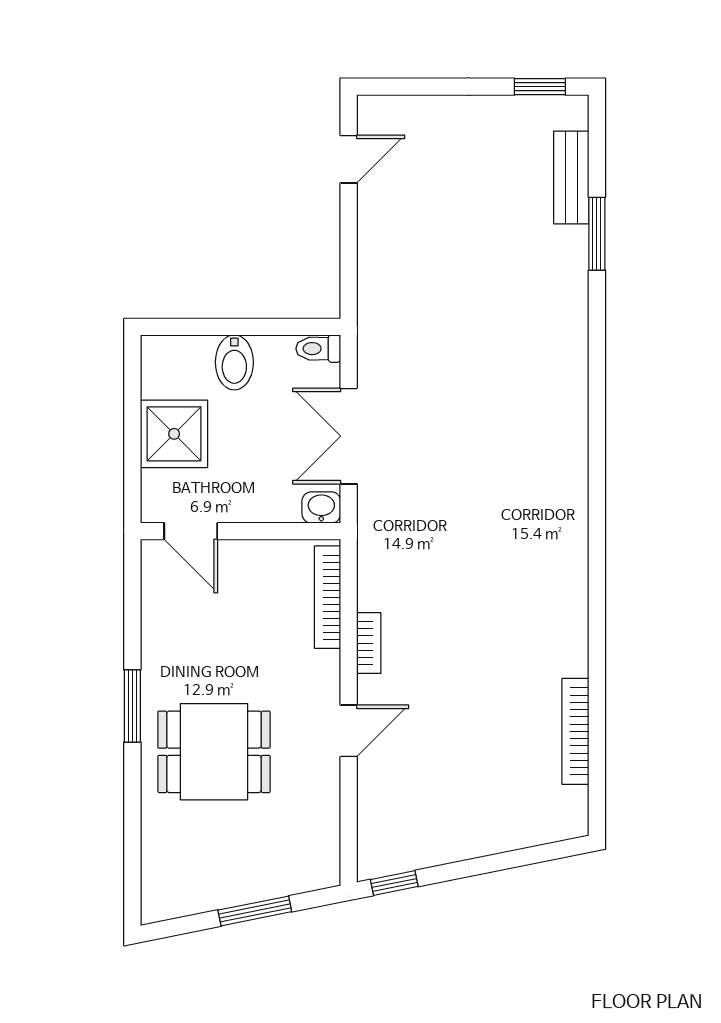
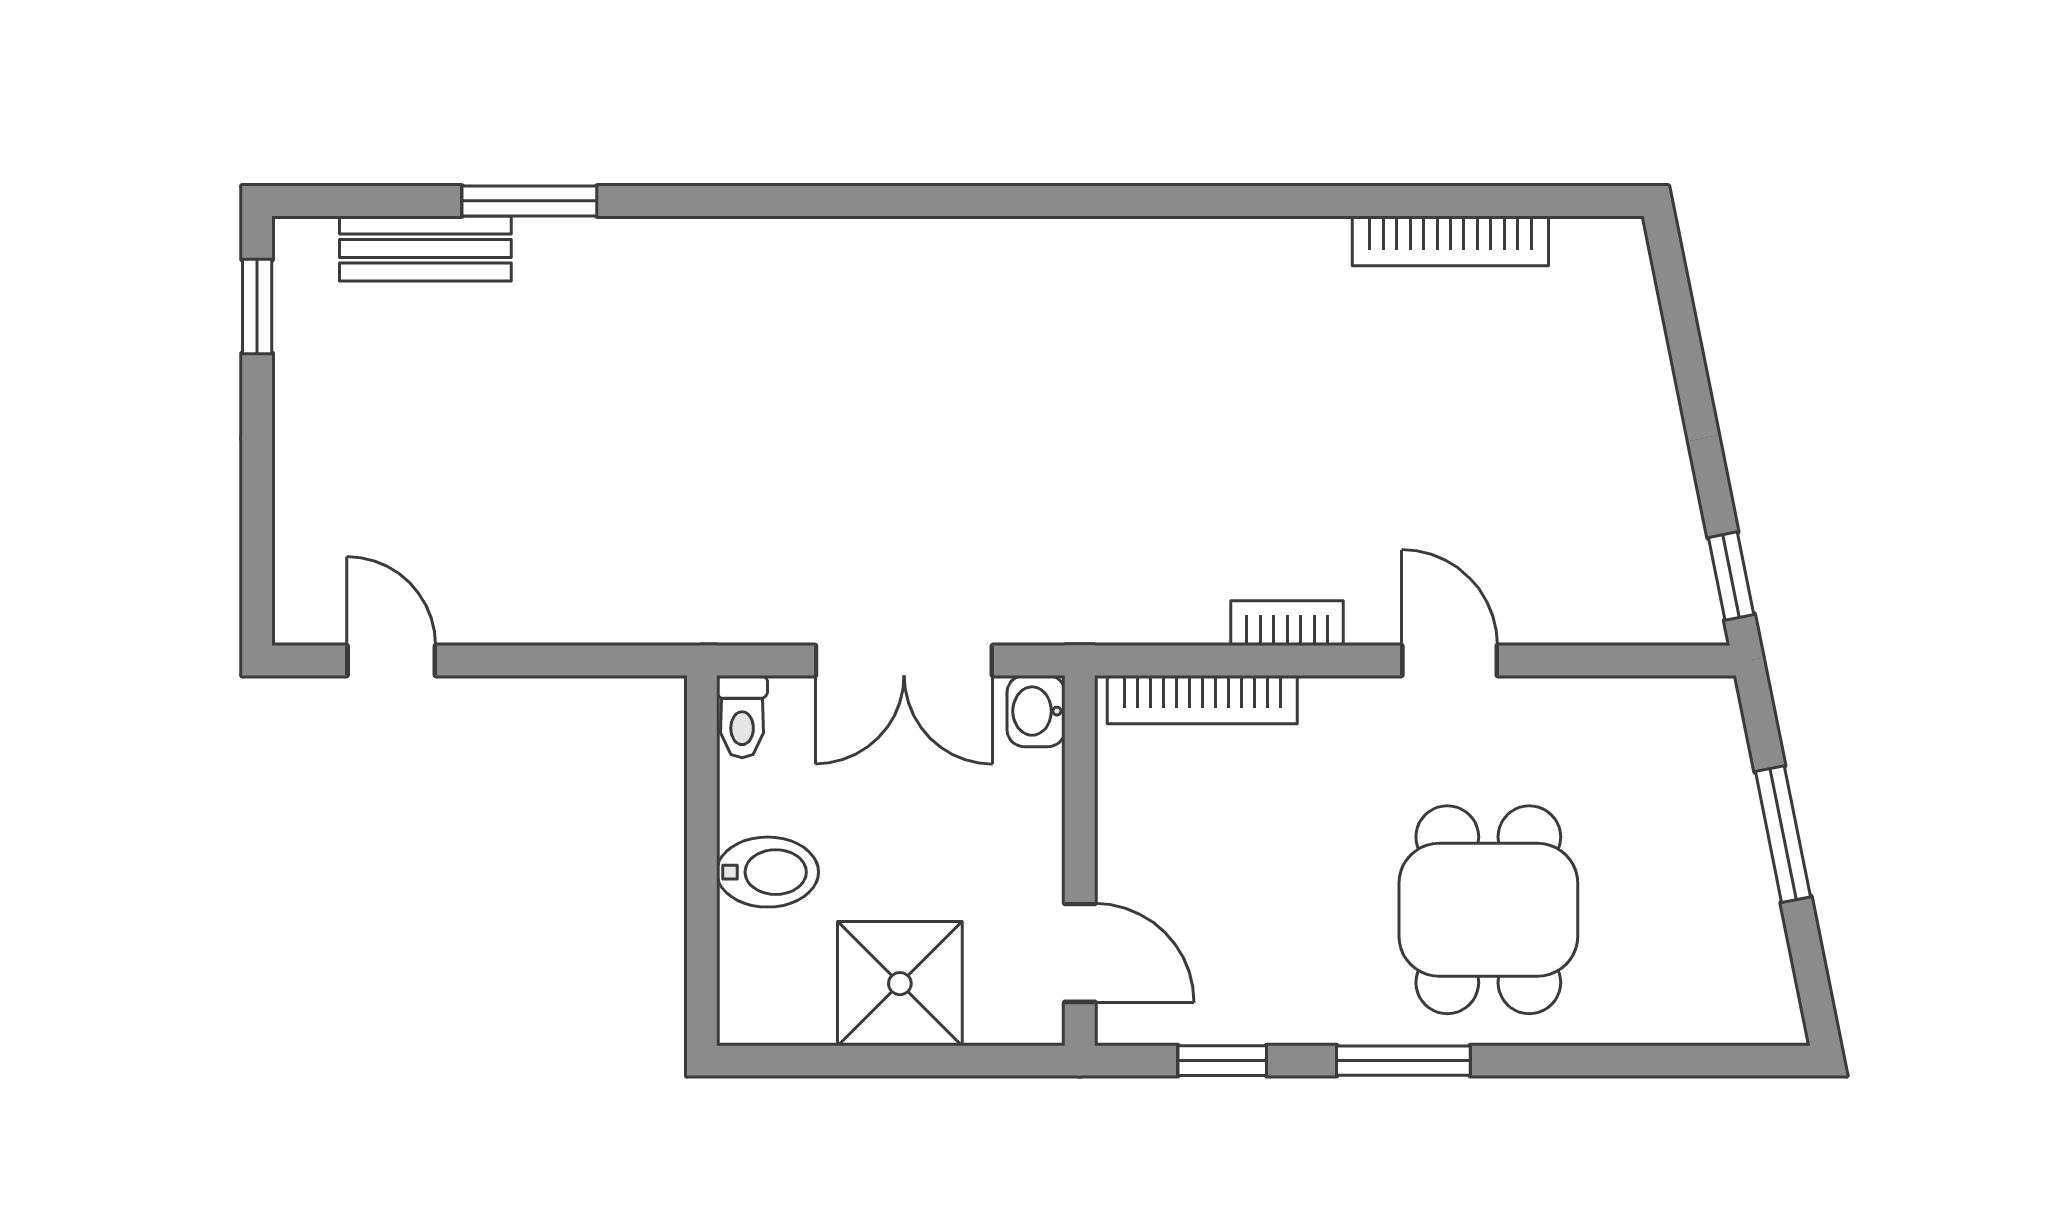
door: (191, 531) -> (1080, 953), hinge flipped
window: (132, 608) -> (1222, 1061), added

